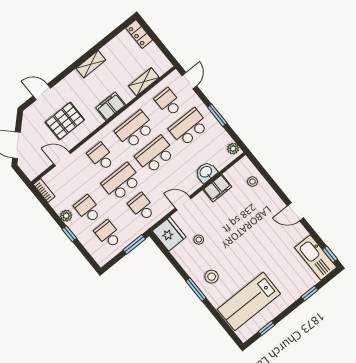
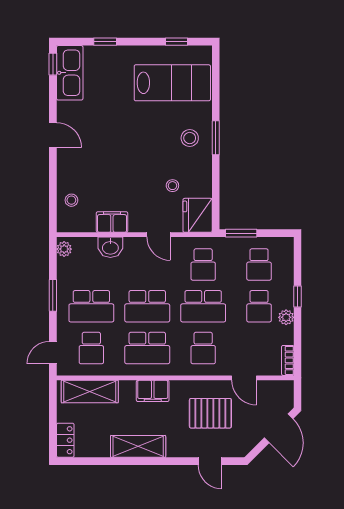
shelving: (91, 64) -> (138, 446), width x1.50, depth x1.33
shelving: (144, 82) -> (90, 391), width x1.50, depth x1.33

